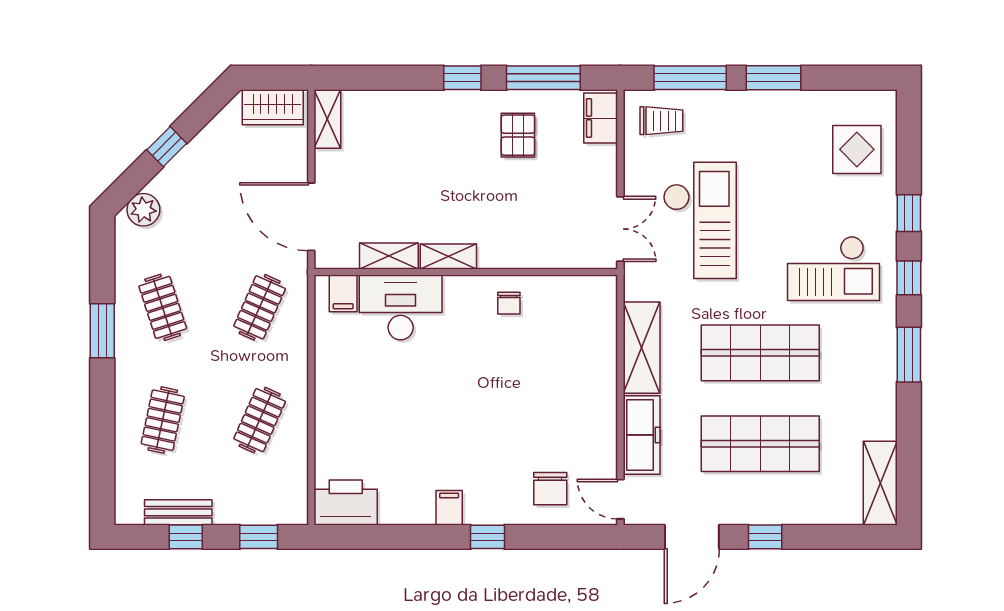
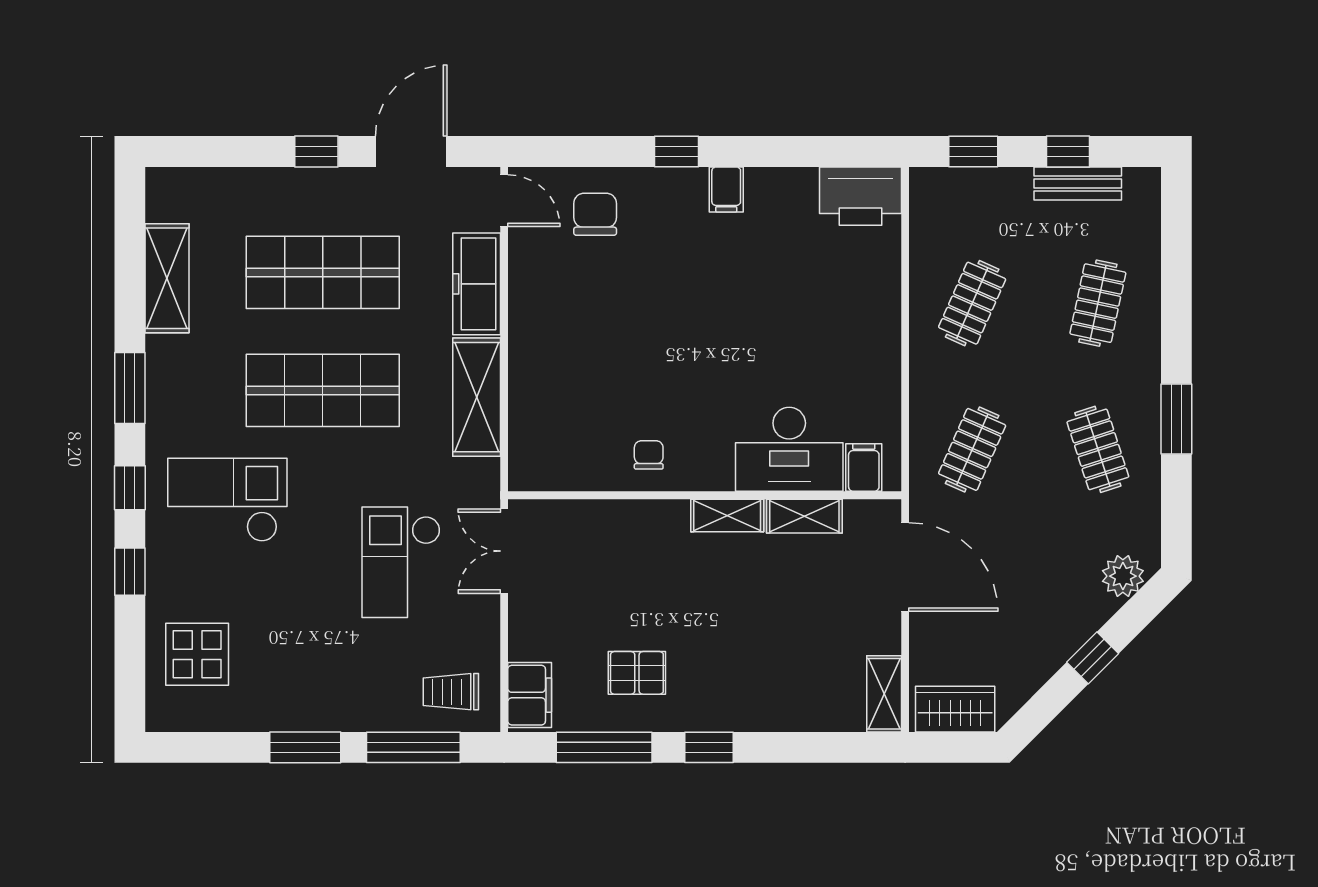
pallet: (518, 135) -> (637, 673), turned 90
checkout: (700, 220) -> (401, 562), width x0.73, depth x0.83
shelving: (880, 483) -> (167, 278), moved

